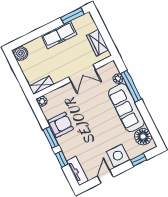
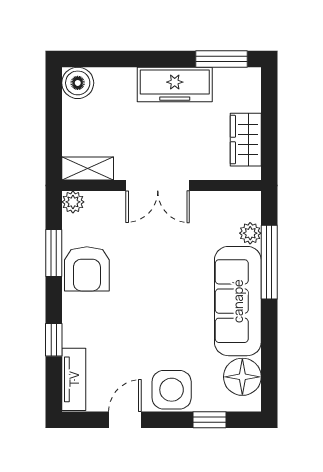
double door: (82, 73) -> (158, 186), moved
armchair: (61, 125) -> (87, 269), turned 90
window: (51, 137) -> (54, 253), moved

